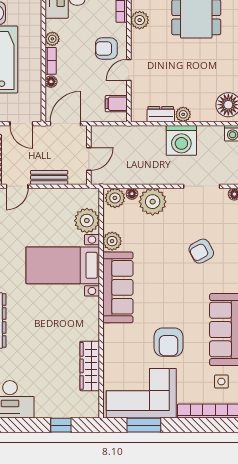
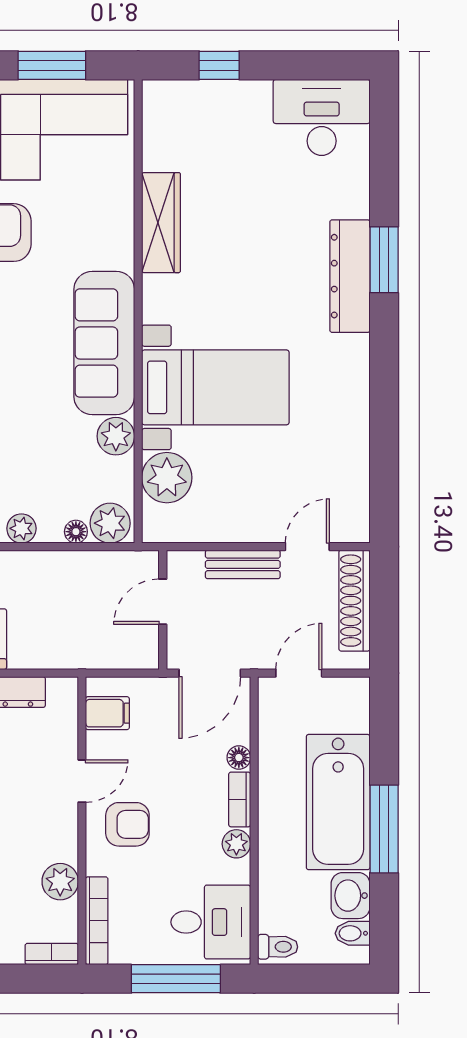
door: (21, 124) -> (299, 673), hinge flipped
plant: (153, 202) -> (21, 528), width x0.53, depth x0.53
wardrobe: (90, 366) -> (161, 223), moved

